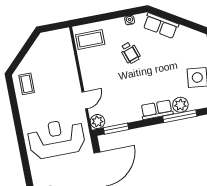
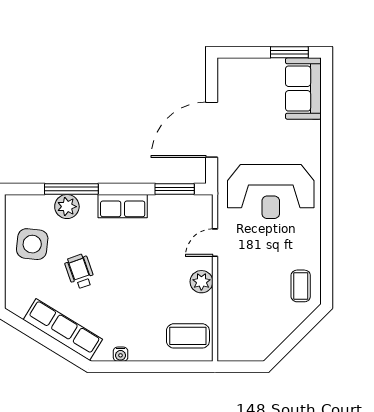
row of seats: (161, 26) -> (63, 330), width x1.48
wheelchair: (130, 53) -> (80, 271), moved
row of seats: (157, 110) -> (123, 206), moved
plant: (97, 121) -> (201, 282), moved

